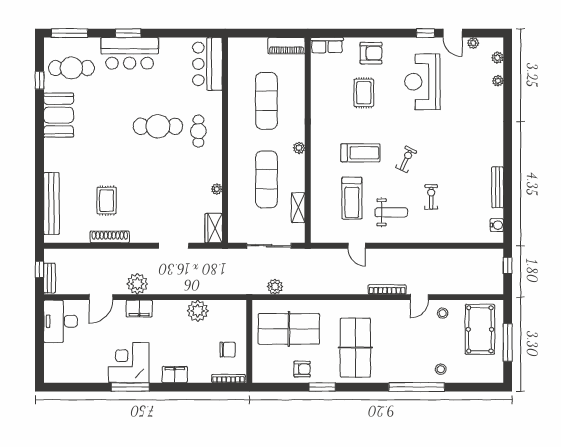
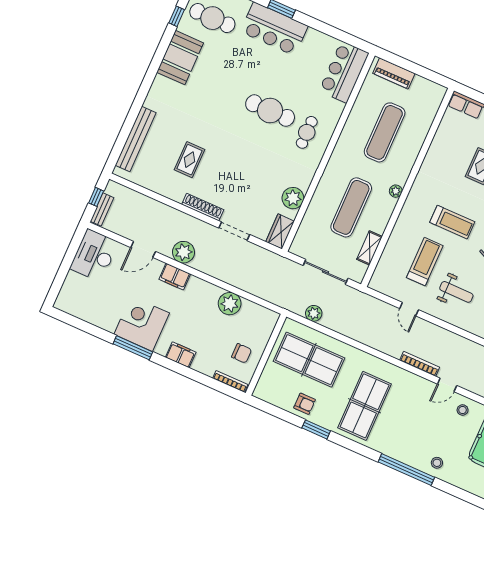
piano: (286, 46) -> (394, 73), moved
plant: (217, 189) -> (293, 198), width x1.88, depth x1.88
treadmill: (352, 198) -> (425, 262), turned 180
shoe rack: (110, 237) -> (203, 207), moved

